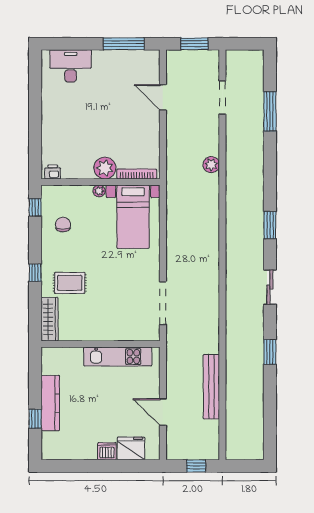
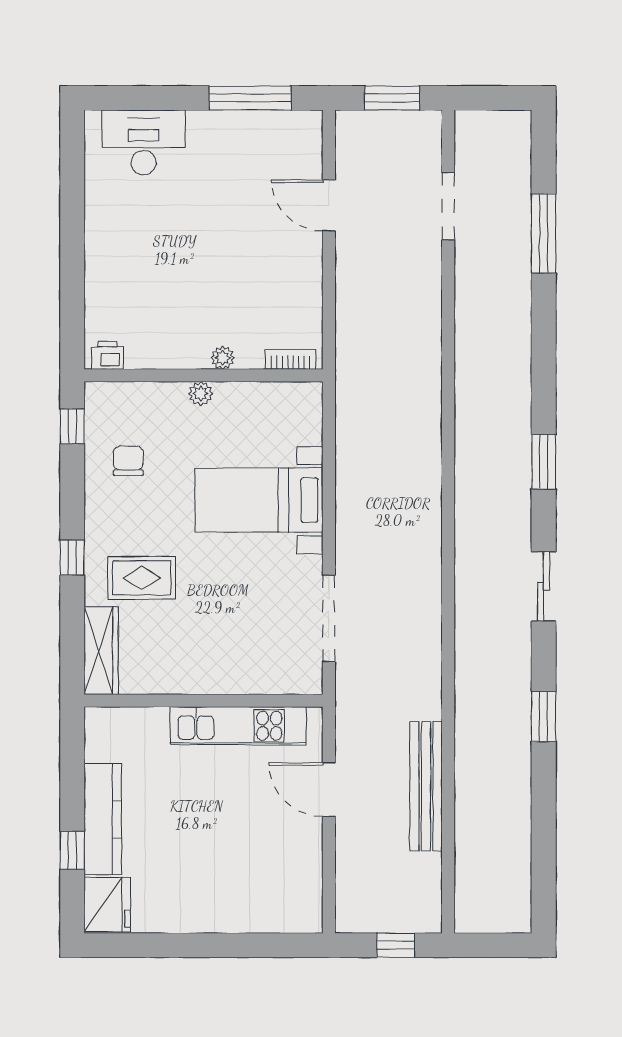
plant: (211, 165) -> (426, 340), removed
plant: (105, 168) -> (223, 358), width x0.53, depth x0.53
bookcase: (137, 174) -> (290, 359), width x0.64
bed with nightstands: (133, 217) -> (259, 500), moved, turned 90
door: (163, 412) -> (329, 790), moved
fridge: (131, 448) -> (107, 905), moved, turned 90
dishwasher: (107, 451) -> (216, 916), removed

